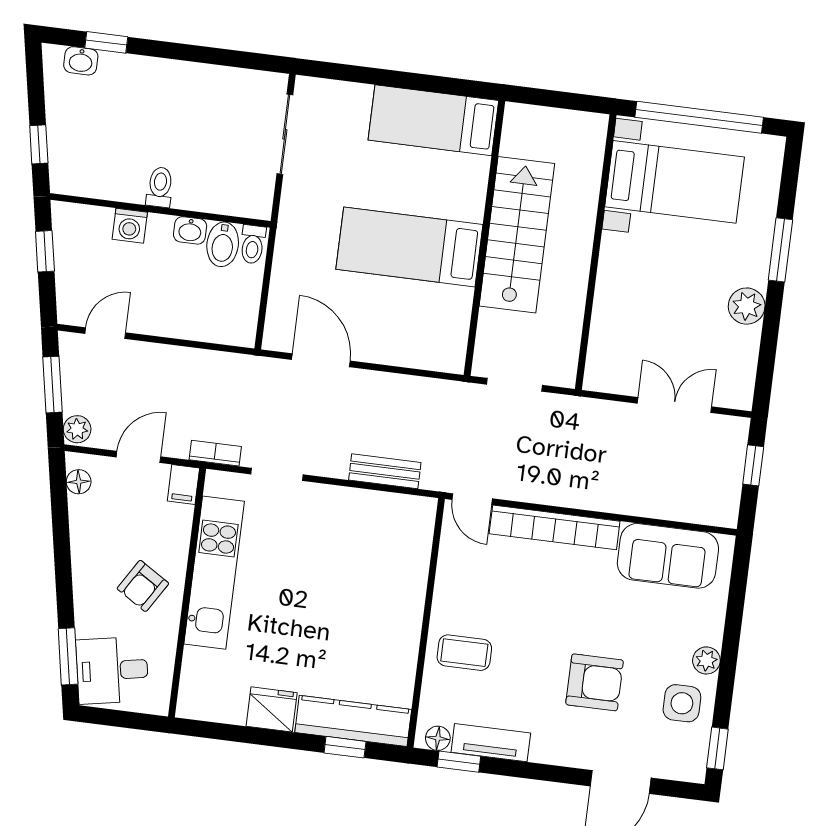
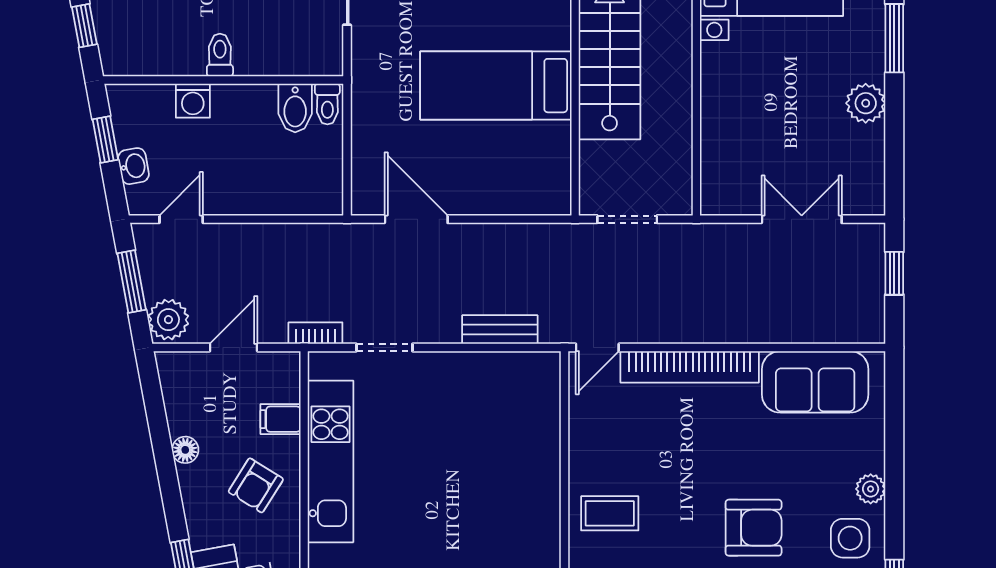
washbasin: (190, 230) -> (133, 166), moved, turned -100
plant: (77, 429) -> (168, 320), width x1.38, depth x1.38
floor lamp: (79, 482) -> (185, 450), moved
filing cabinet: (183, 485) -> (281, 419), moved, turned 90
door: (472, 499) -> (597, 347), hinge flipped

